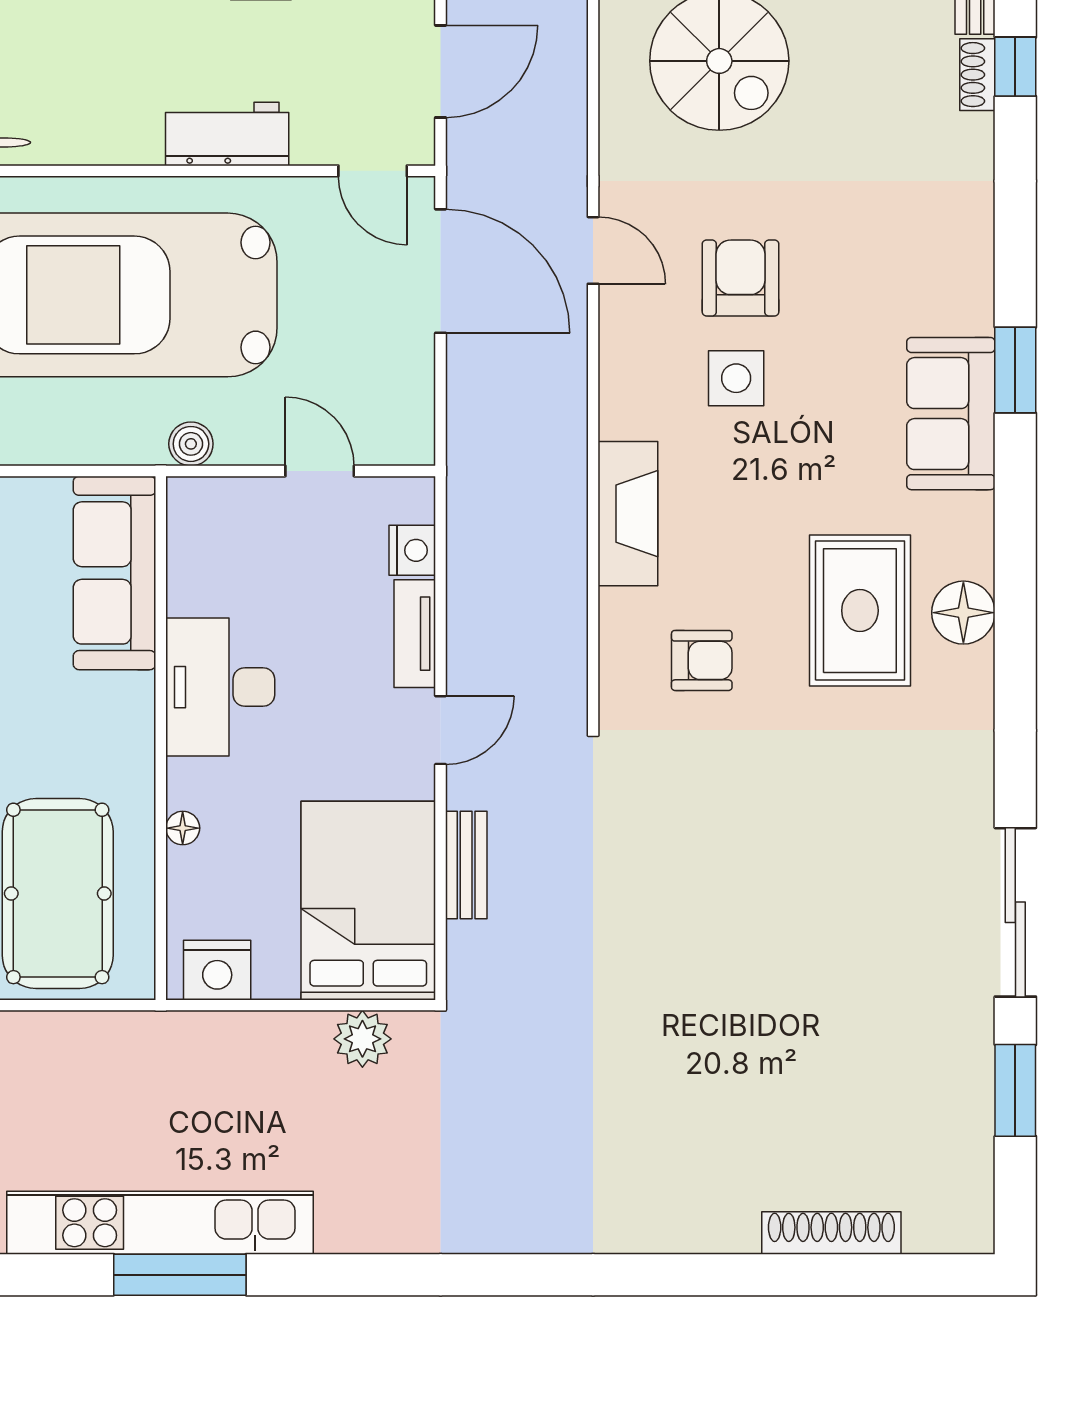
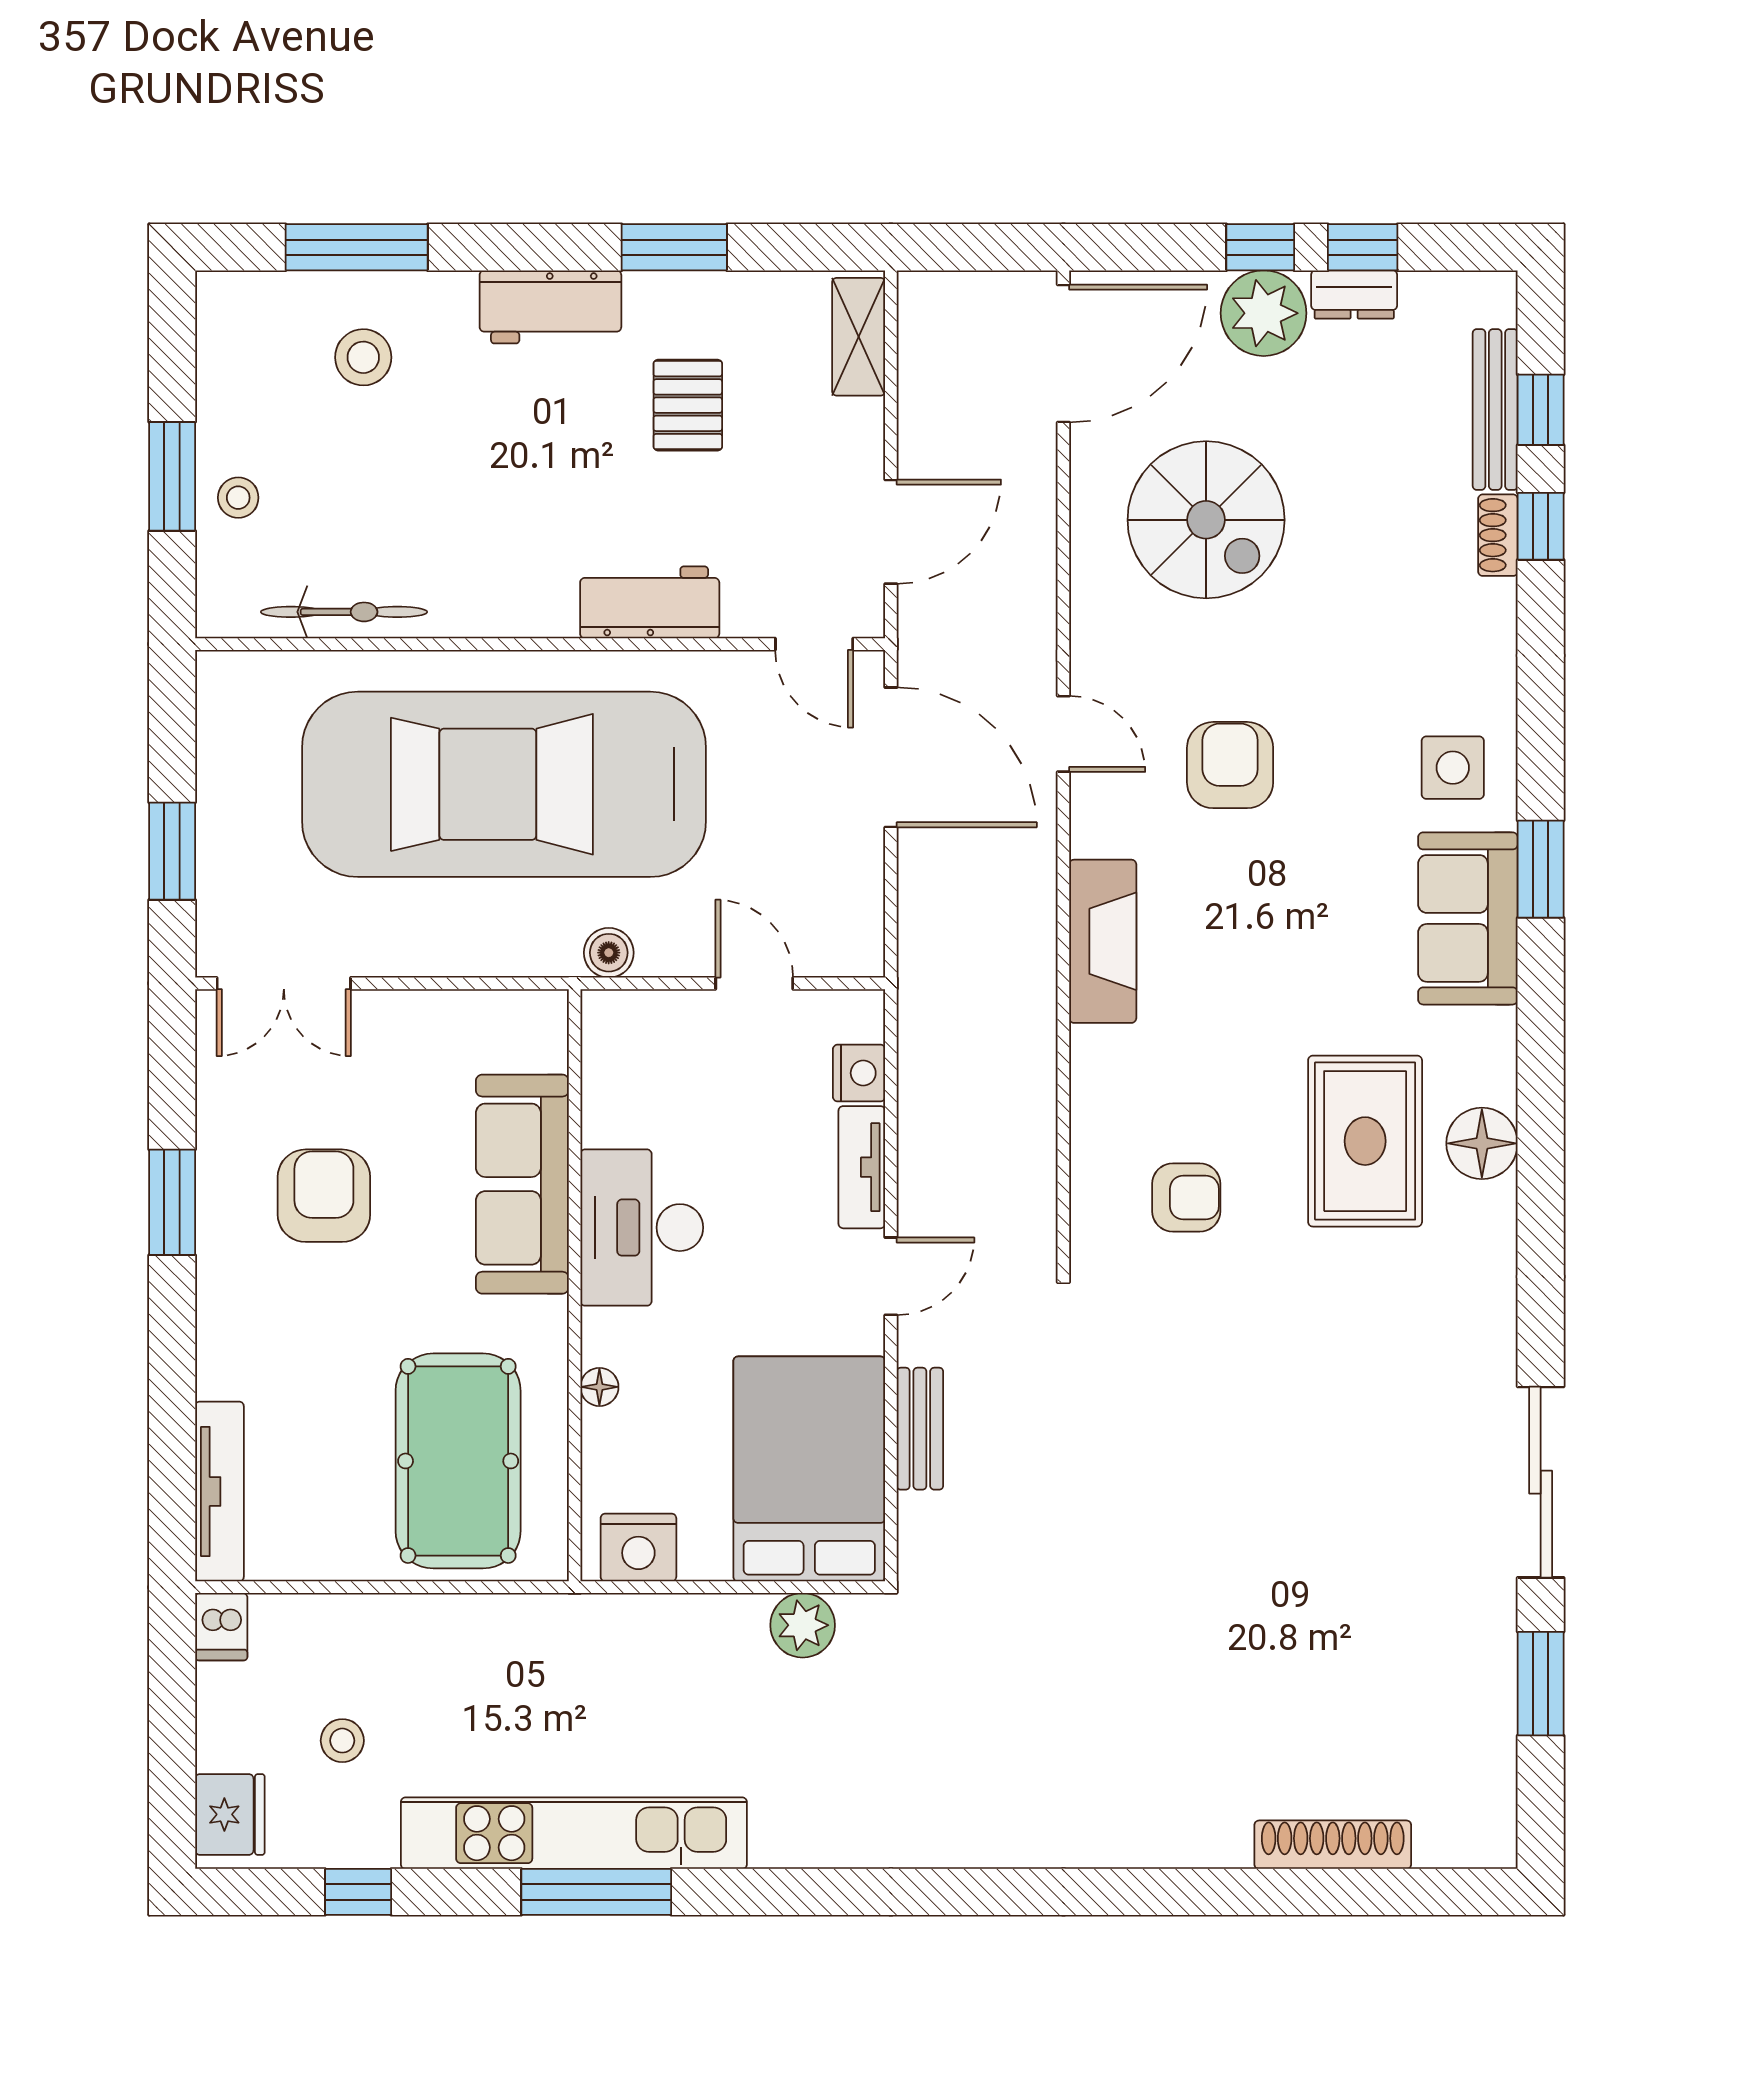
side table: (736, 378) -> (1453, 768), moved
fireplace: (628, 514) -> (1103, 941), moved
sofa: (115, 573) -> (522, 1184), moved

